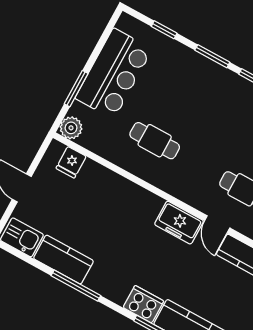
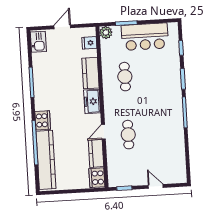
freezer: (179, 223) -> (92, 101), moved
kitchen counter: (63, 260) -> (90, 73), moved, turned 180

